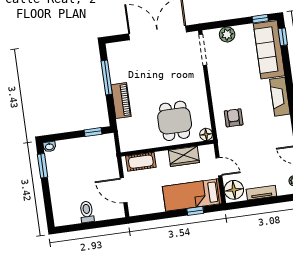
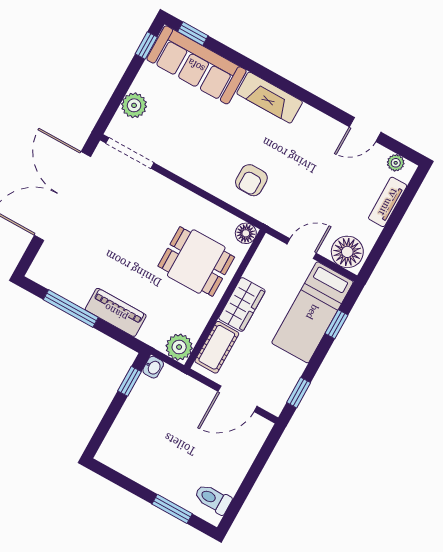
armchair: (234, 118) -> (251, 180), turned -90
plant: (127, 143) -> (179, 347), added
washbasin: (49, 147) -> (153, 367), moved
wardrobe: (184, 156) -> (242, 304), moved
window: (43, 166) -> (172, 509), moved
tv unit: (261, 193) -> (388, 202), moved
toilet: (87, 212) -> (213, 499), moved
window: (149, 217) -> (299, 393), added

